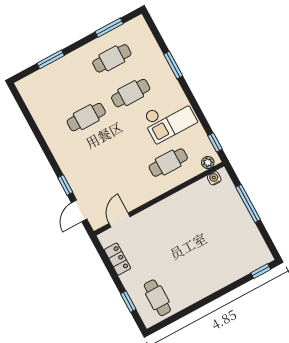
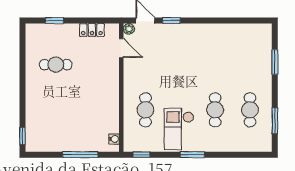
window: (173, 65) -> (192, 155), moved
cafe table: (86, 117) -> (215, 65), removed
plant: (208, 163) -> (129, 29), moved
cafe table: (157, 298) -> (56, 65), moved

